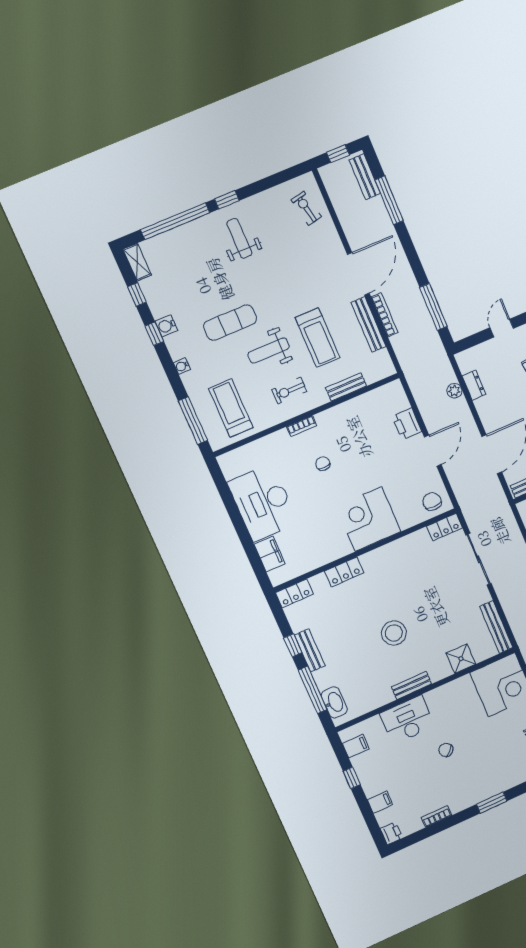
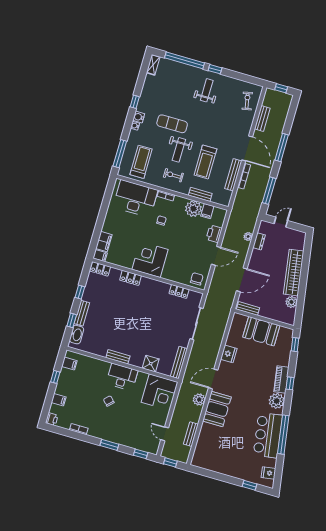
bench: (365, 177) -> (262, 118), moved
window: (389, 200) -> (282, 147), moved
door: (358, 274) -> (247, 148), hinge flipped
window: (137, 294) -> (141, 79), removed
water cooler: (166, 326) -> (139, 117), moved
door: (502, 328) -> (281, 222), moved
weight bench: (269, 350) -> (179, 150), turned -90
filing cabinet: (374, 401) -> (207, 211), added
plant: (353, 413) -> (193, 209), added
desk: (263, 503) -> (135, 199), moved, turned 90
corner desk: (368, 519) -> (150, 259), moved
locker: (445, 527) -> (179, 291), moved
filing cabinet: (280, 576) -> (100, 256), added
stool: (394, 633) -> (130, 325), removed
bench: (310, 650) -> (82, 313), moved
window: (313, 690) -> (72, 320), width x0.46
desk: (407, 720) -> (122, 377), moved

